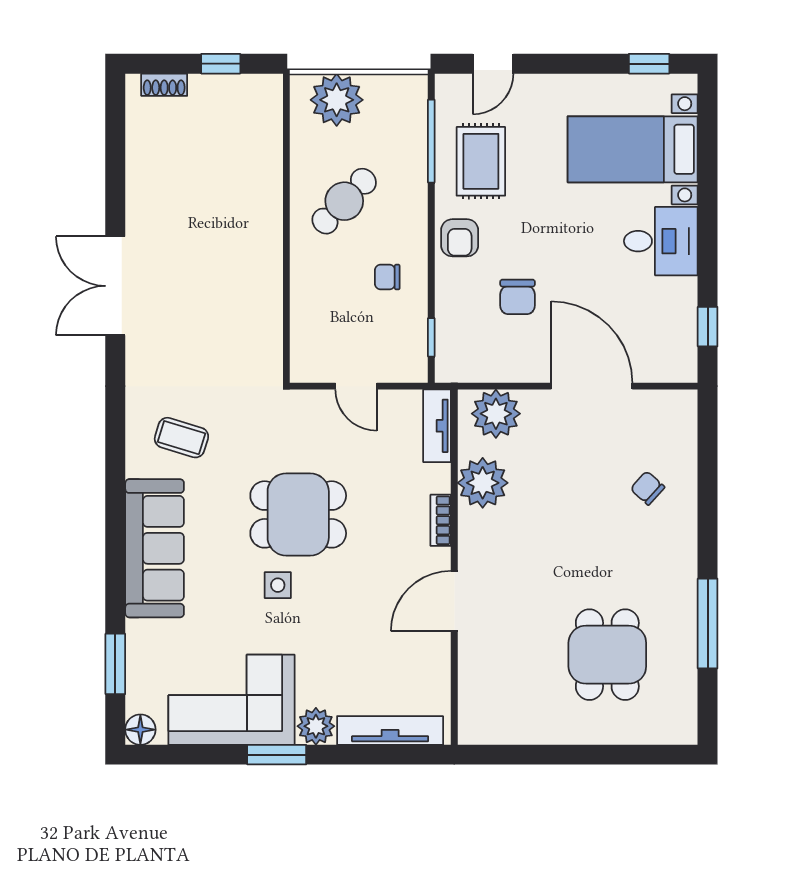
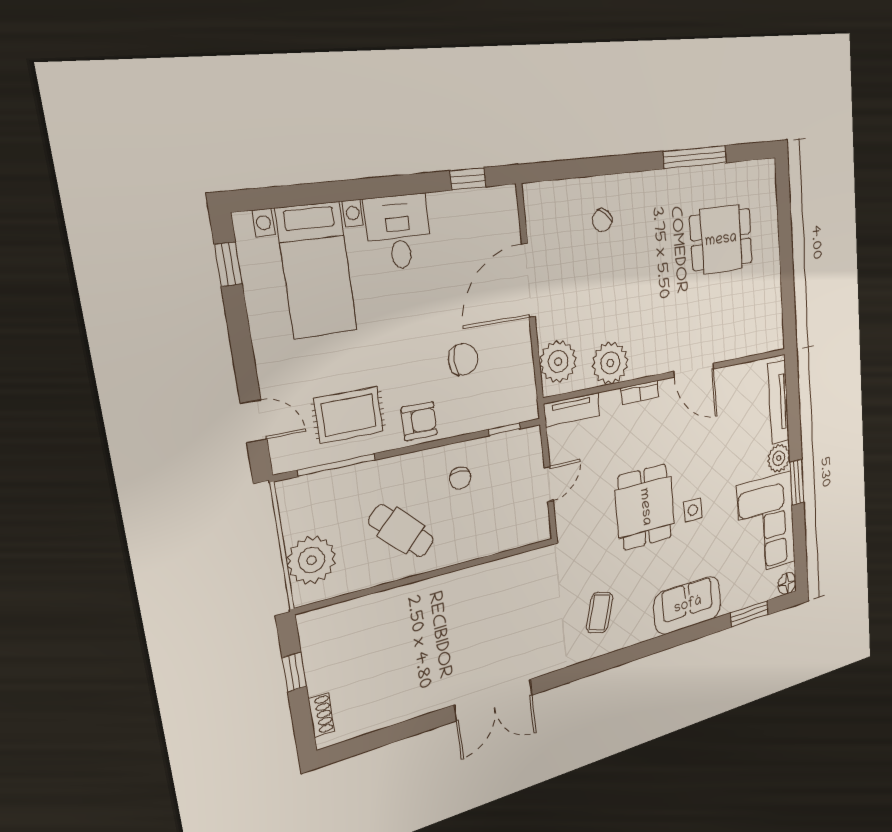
sofa: (155, 548) -> (688, 605), width x0.73

